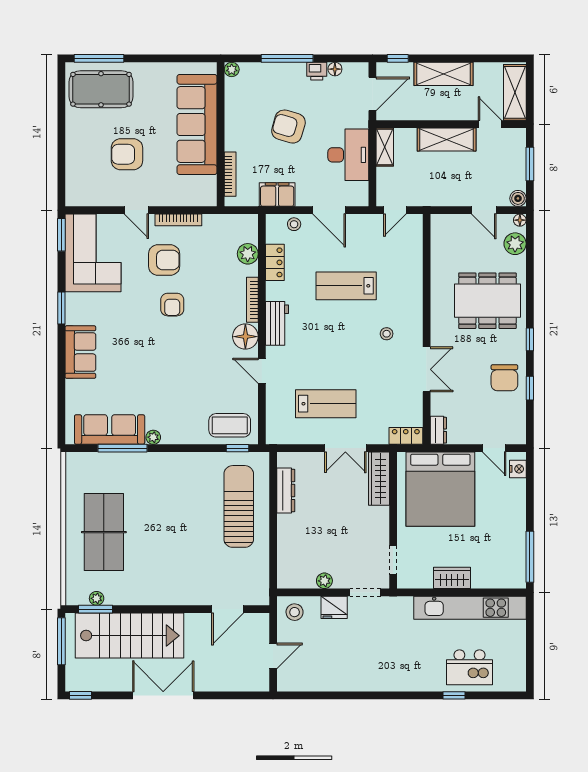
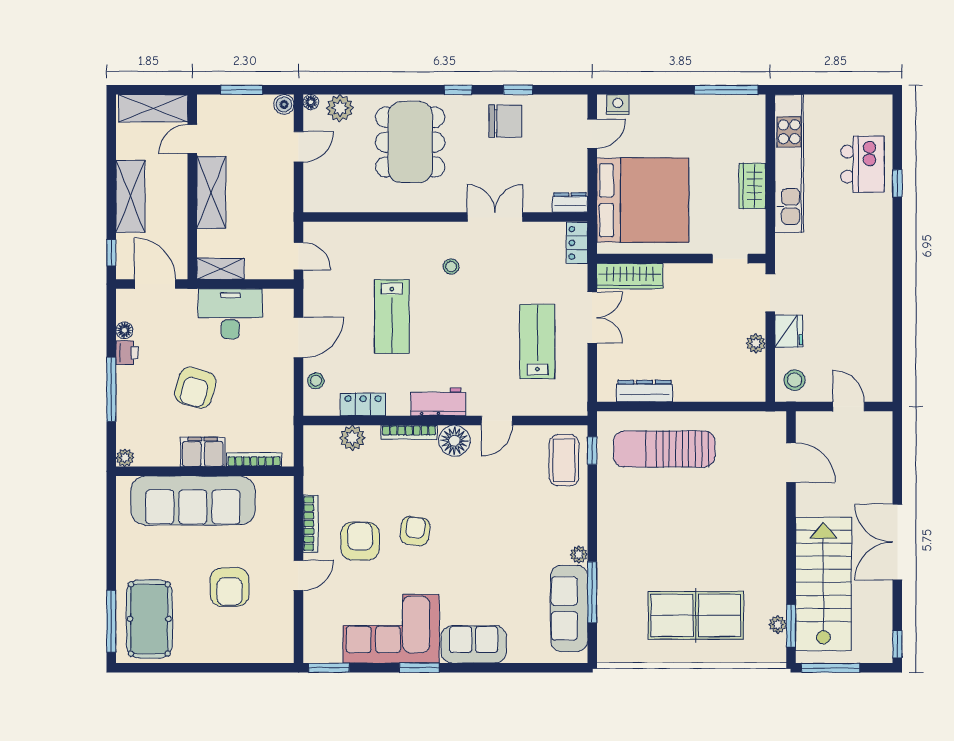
filing cabinet: (277, 195) -> (203, 452), moved, turned 90
corner sofa: (93, 253) -> (391, 629), moved
armchair: (172, 305) -> (415, 531), turned -83

